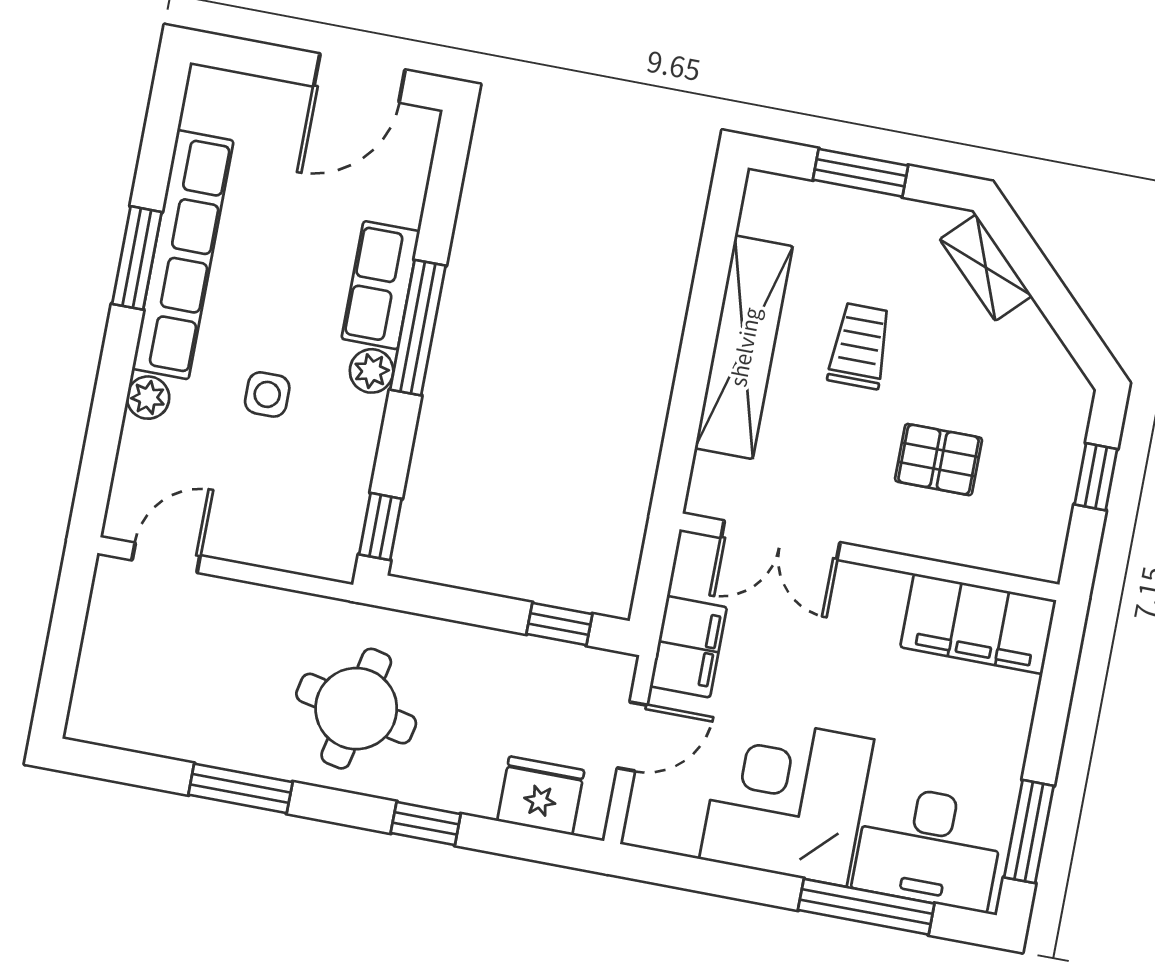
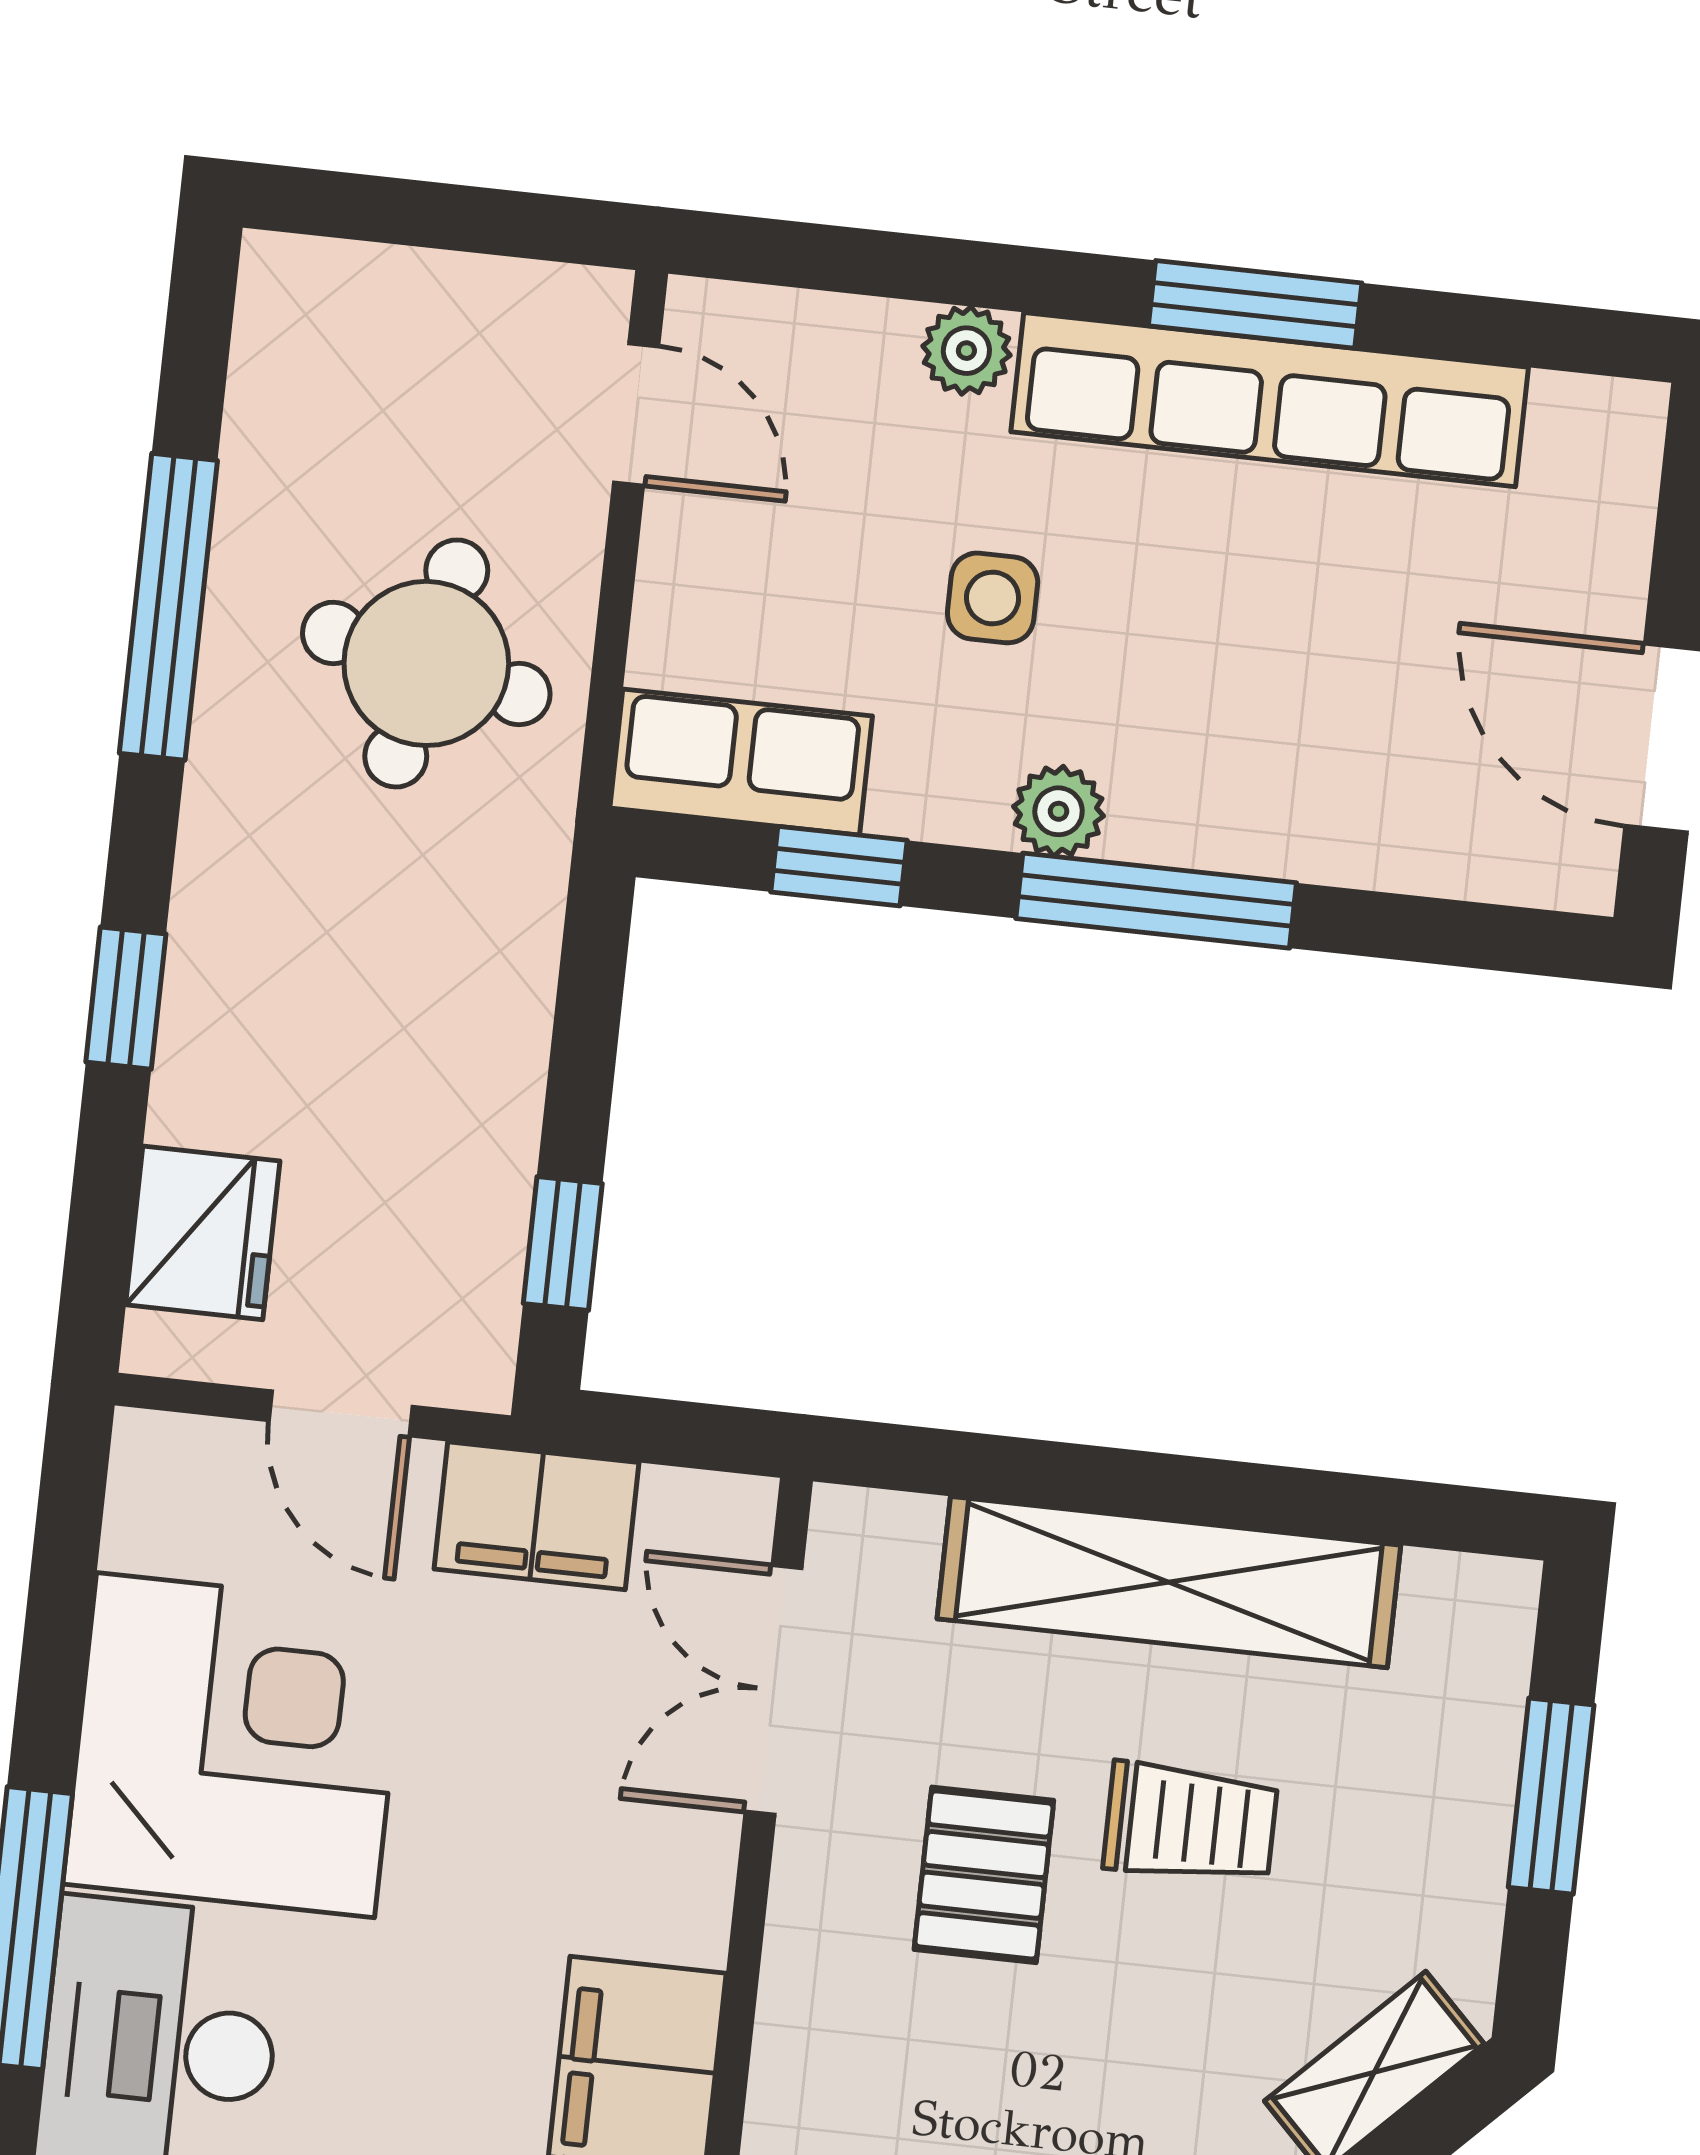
row of seats: (381, 285) -> (741, 762), moved
pallet: (939, 460) -> (984, 1875), moved
window: (380, 527) -> (839, 866), moved
round table: (356, 709) -> (426, 663), moved
window: (240, 788) -> (168, 607), width x1.44

